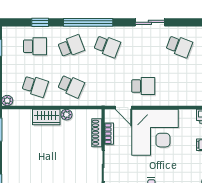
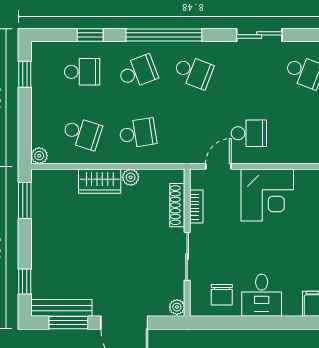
school desk: (71, 86) -> (138, 133), turned -33
door: (123, 108) -> (218, 166), swing flipped
corner desk: (155, 132) -> (267, 195), width x0.74, depth x0.74

